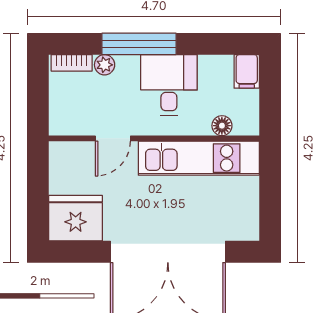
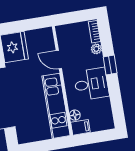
window: (139, 44) -> (110, 65), width x0.46
filing cabinet: (247, 71) -> (80, 127), moved, turned 180

